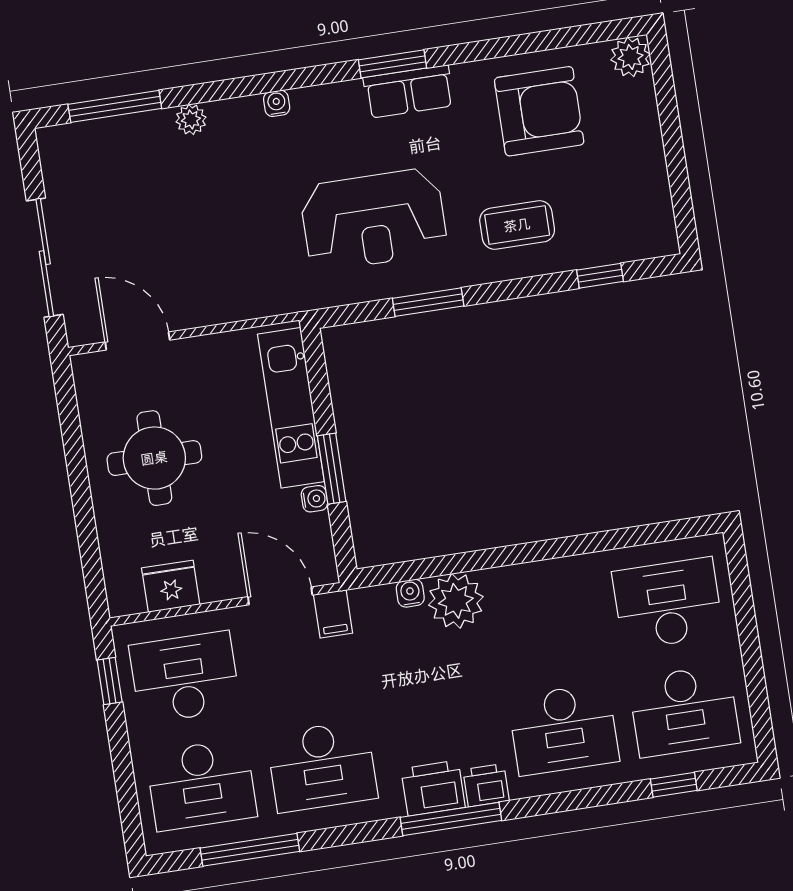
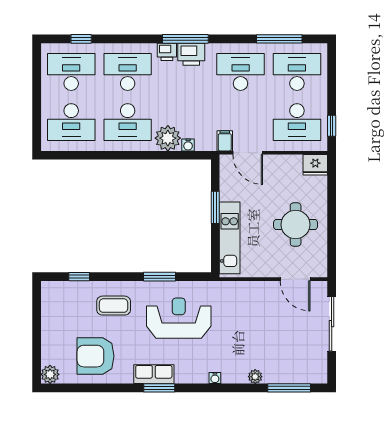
water cooler: (314, 499) -> (225, 195), removed
fridge: (171, 586) -> (315, 165), moved
desk: (547, 622) -> (128, 122), added

